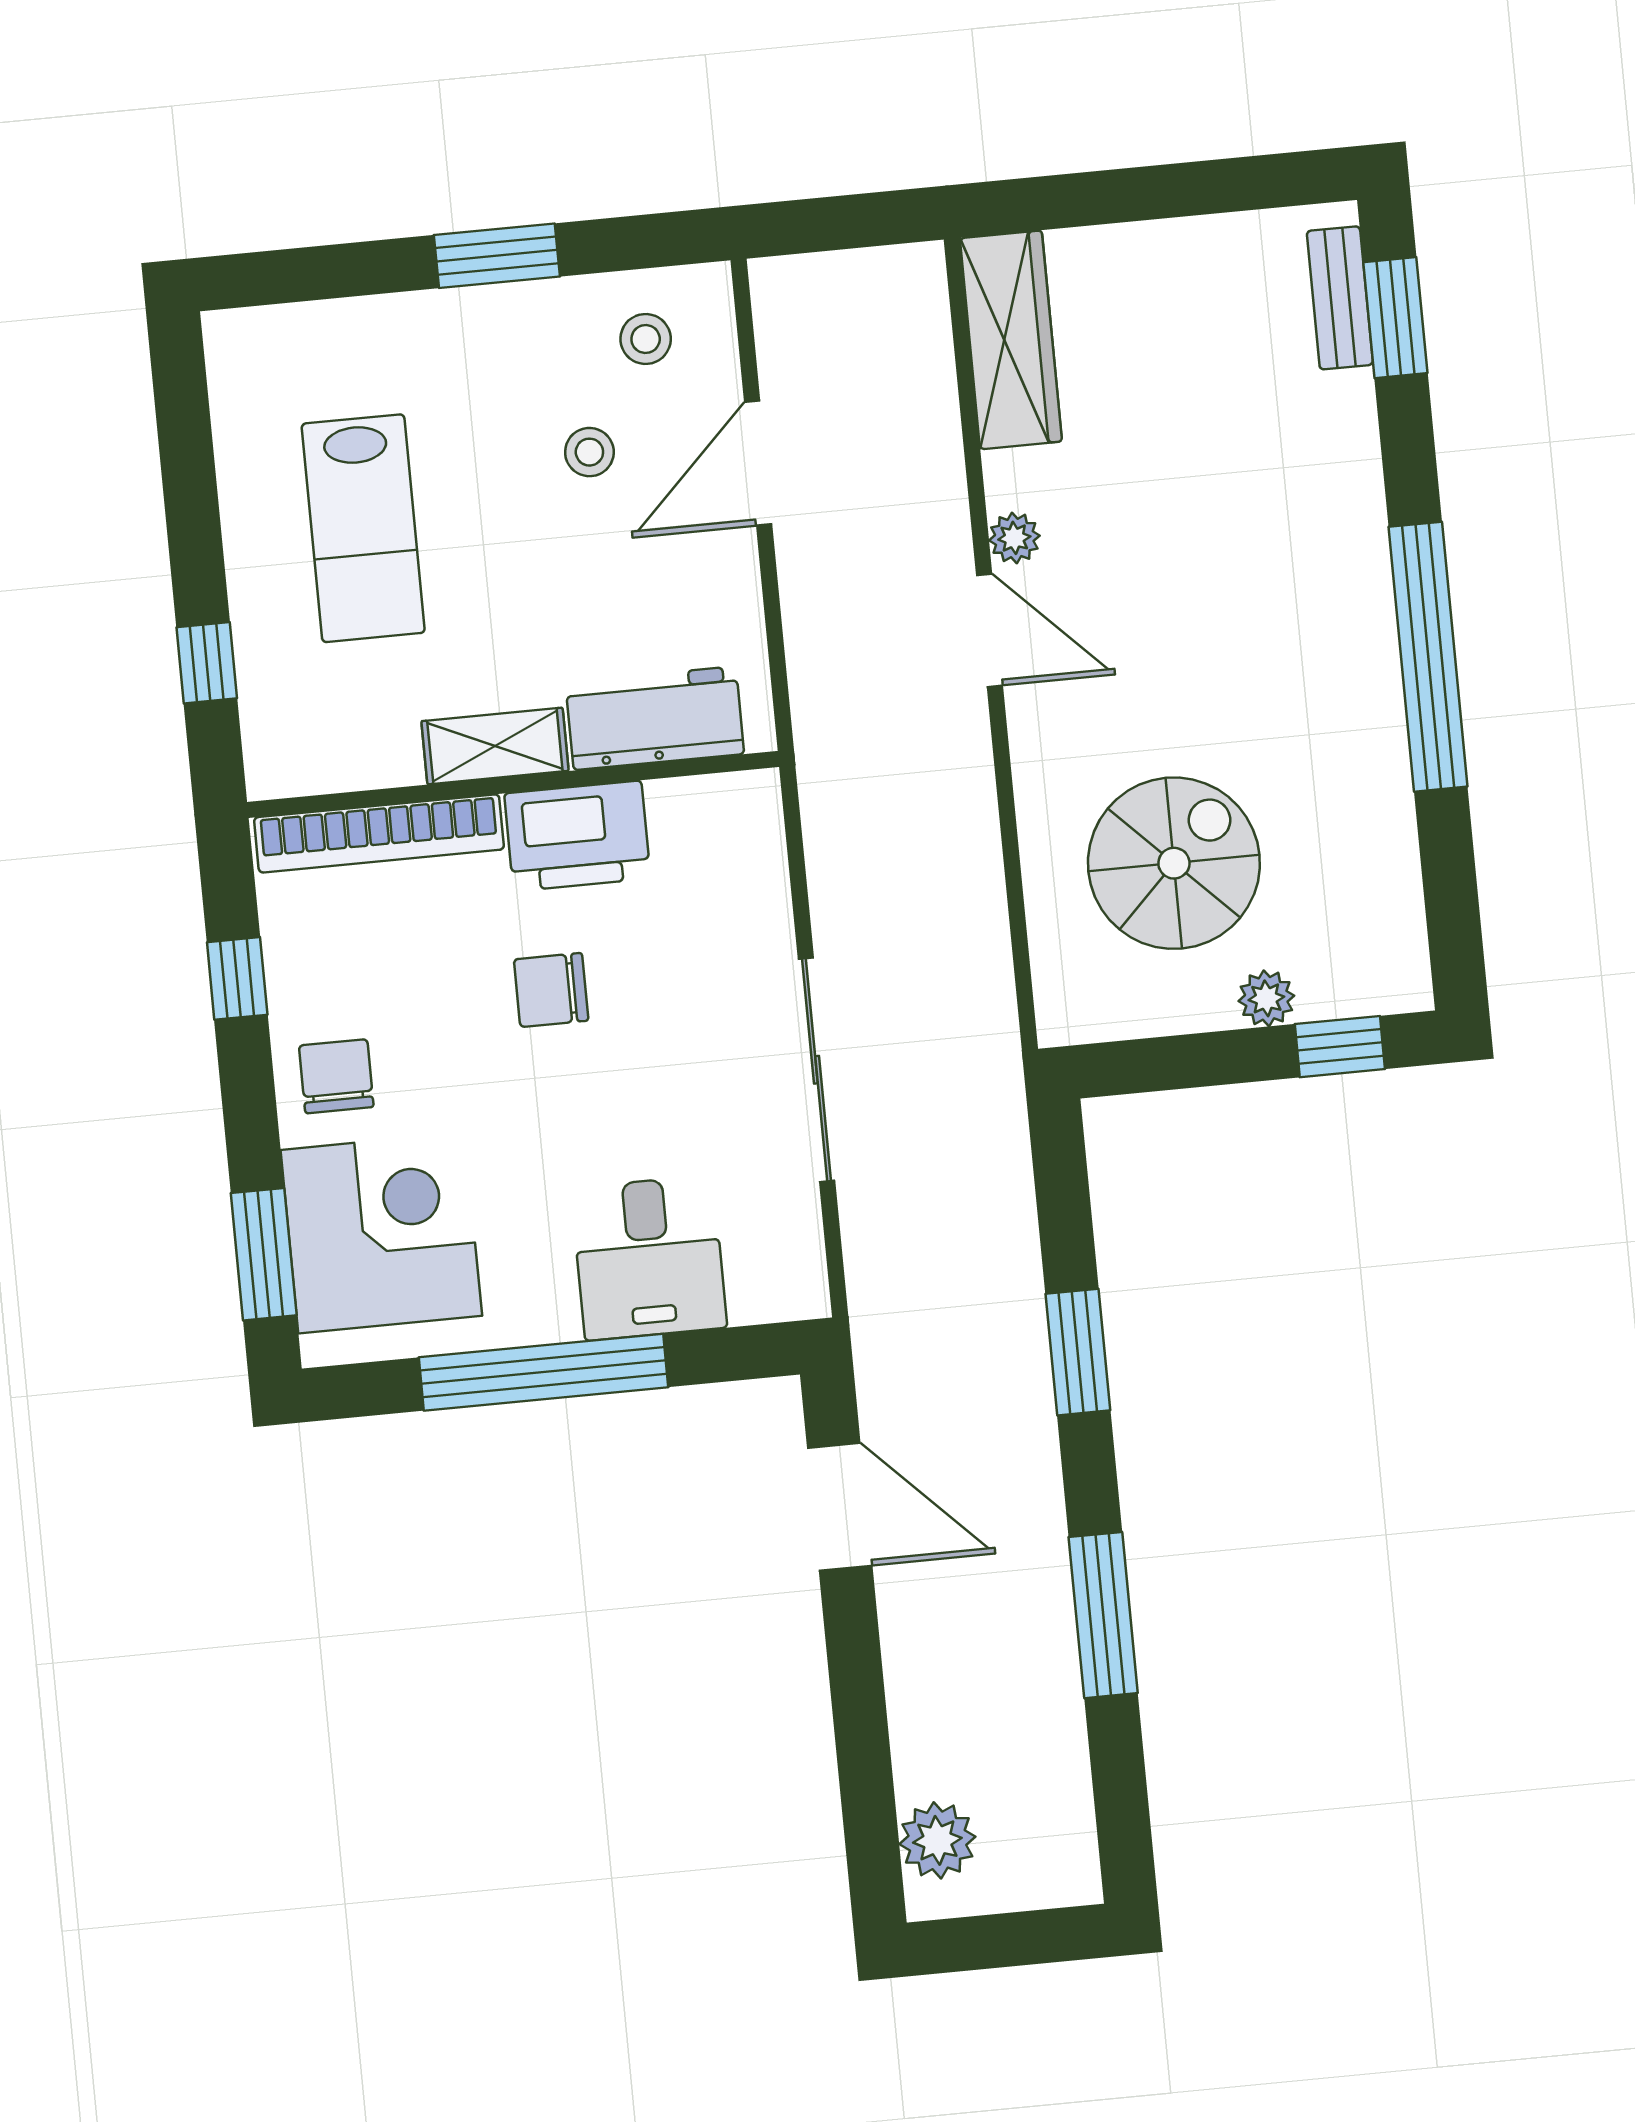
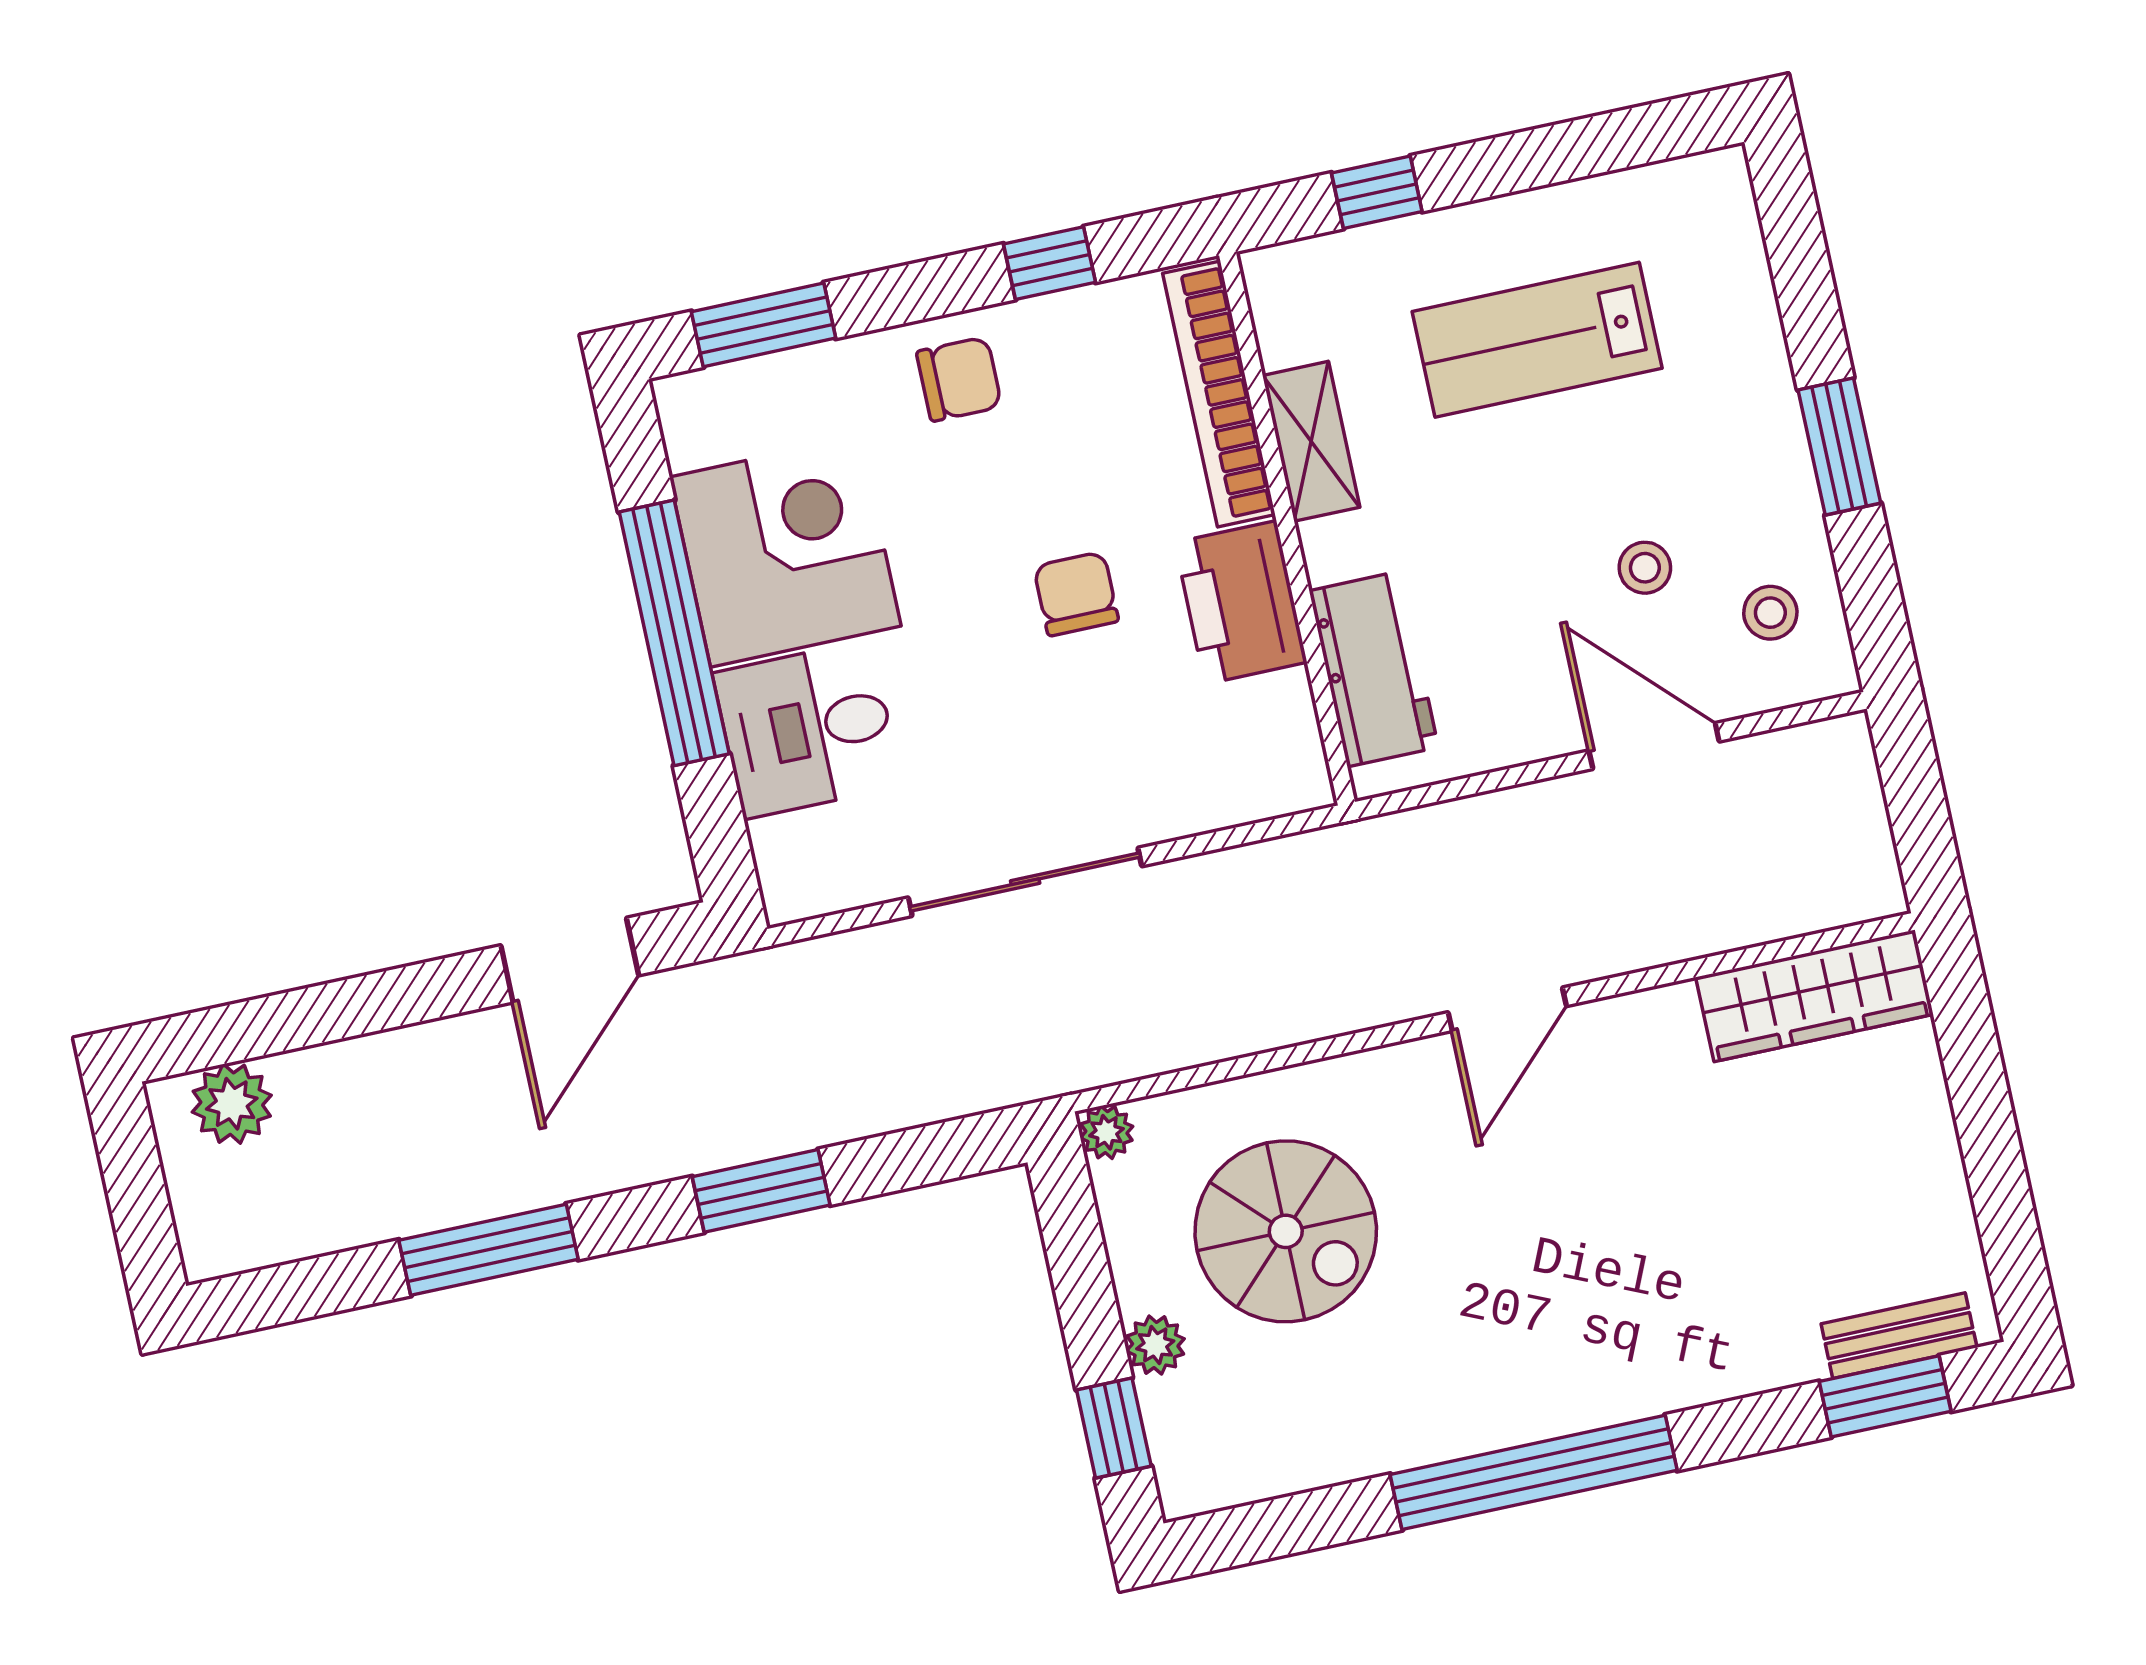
plant: (1014, 538) -> (1106, 1132), moved
shelving: (495, 746) -> (1311, 441), moved
corner desk: (381, 1233) -> (785, 551), moved, turned -90

